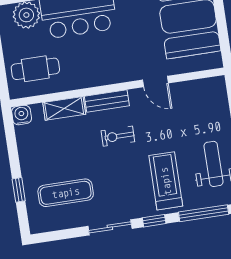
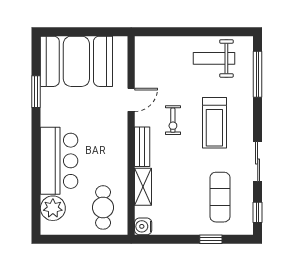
exercise bike: (118, 136) -> (173, 120), moved
treadmill: (166, 181) -> (214, 123), moved, turned -90
window: (154, 221) -> (258, 212), moved

